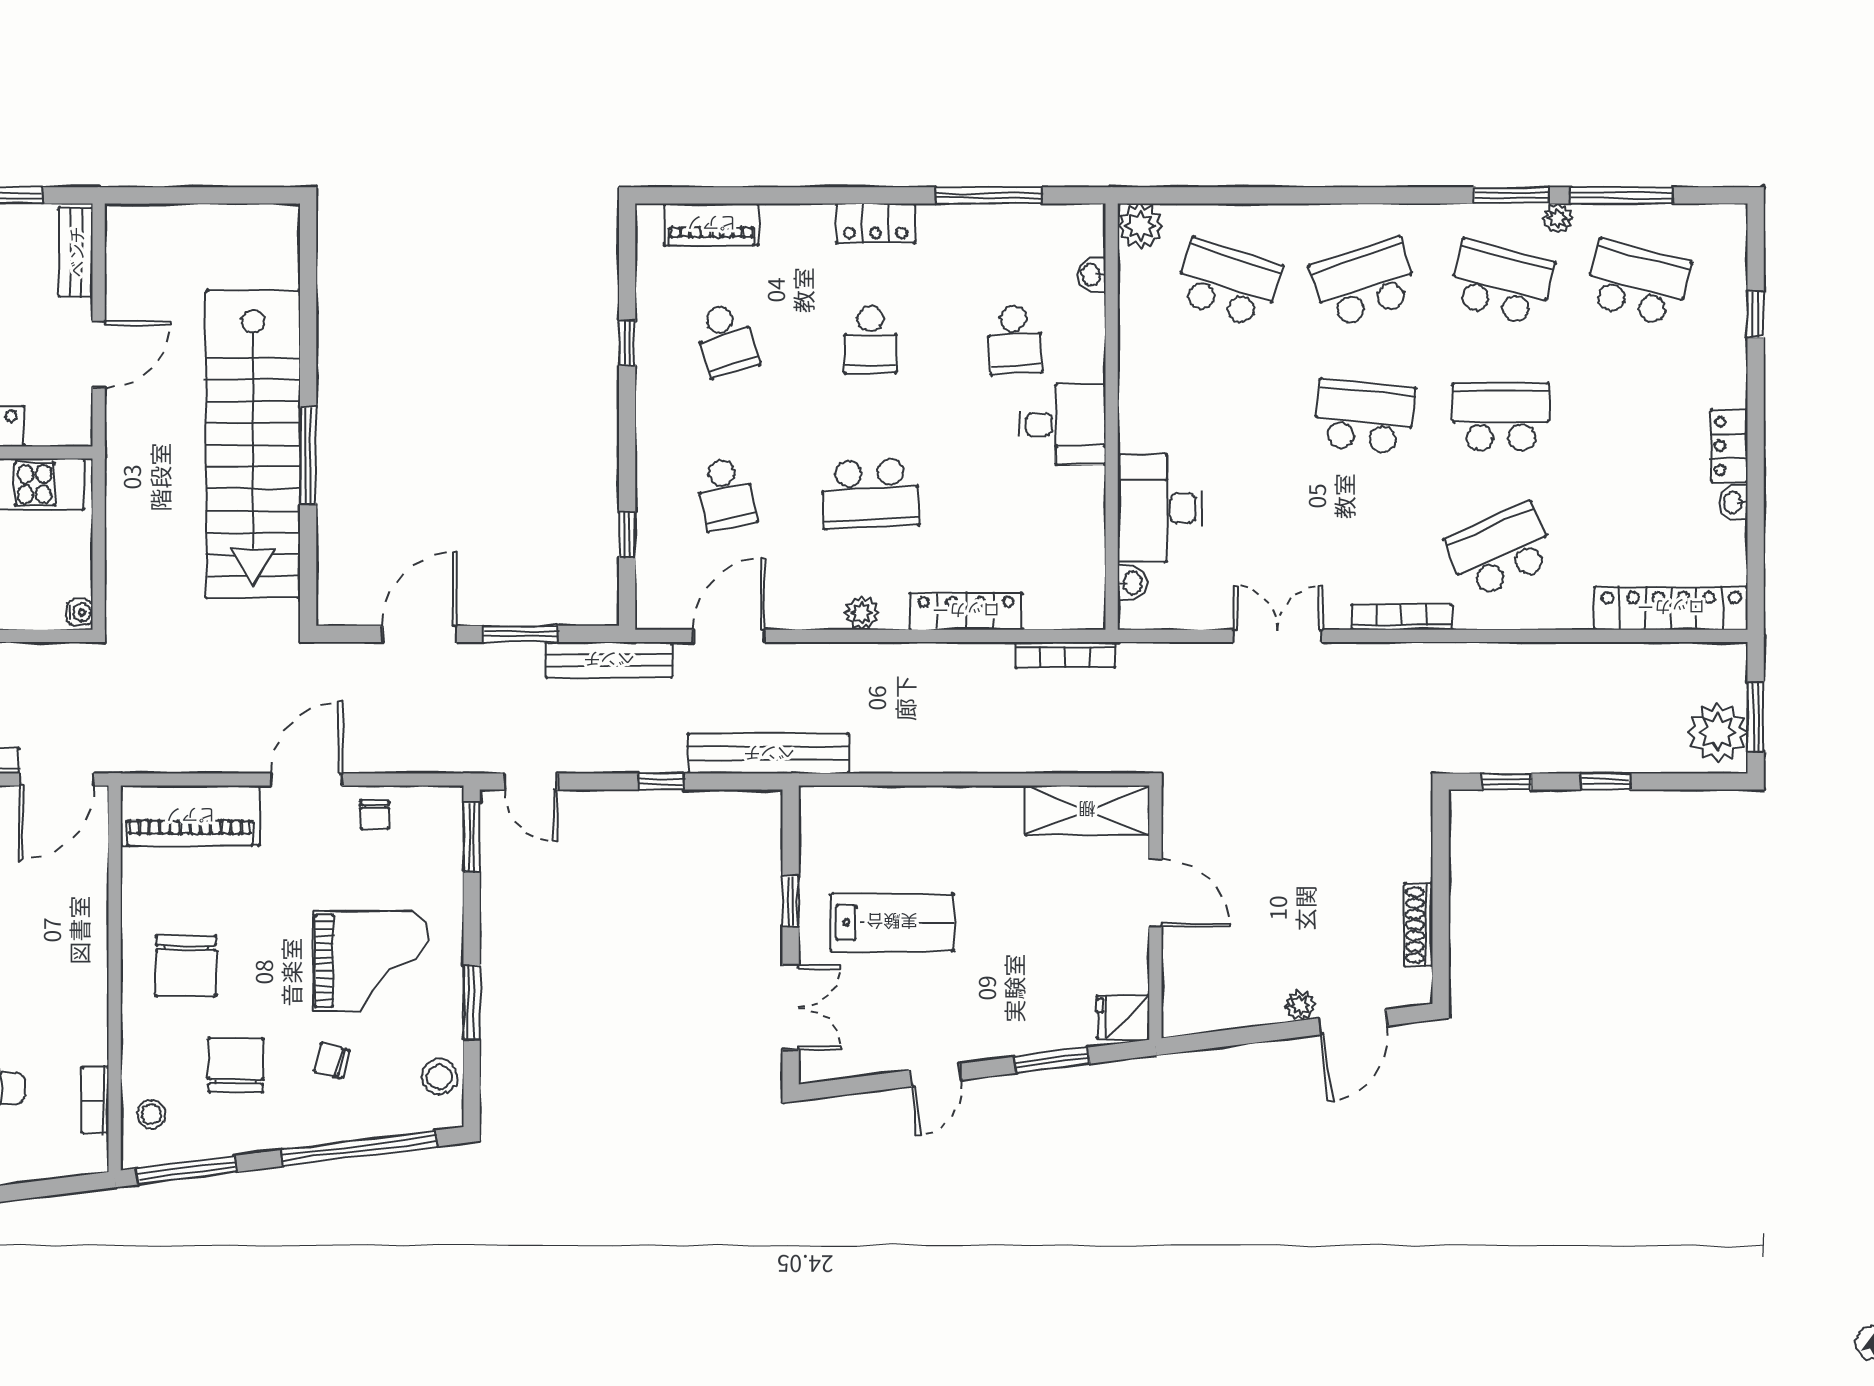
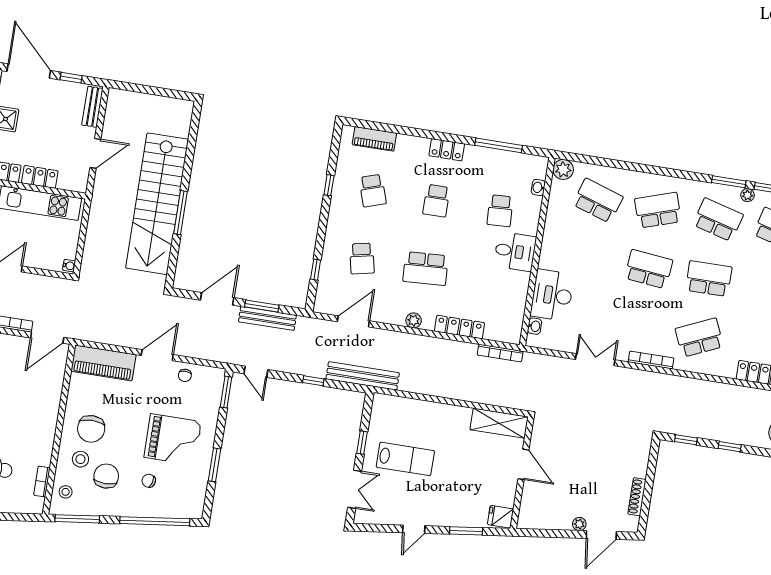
bench: (609, 660) -> (267, 318), moved
stool: (439, 1077) -> (80, 459), moved

